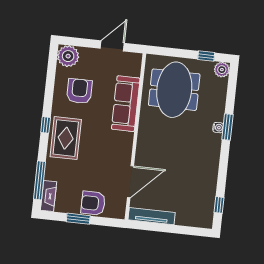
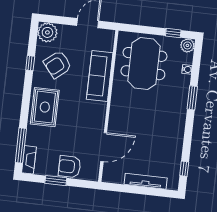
armchair: (79, 91) -> (58, 64), turned -129
window: (46, 125) -> (30, 63), moved
water cooler: (218, 128) -> (187, 69), moved
tv unit: (152, 216) -> (146, 181), moved

